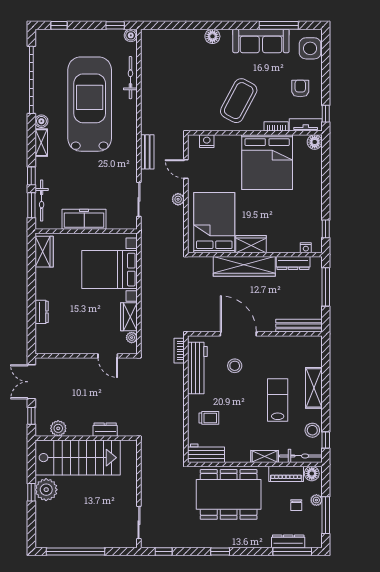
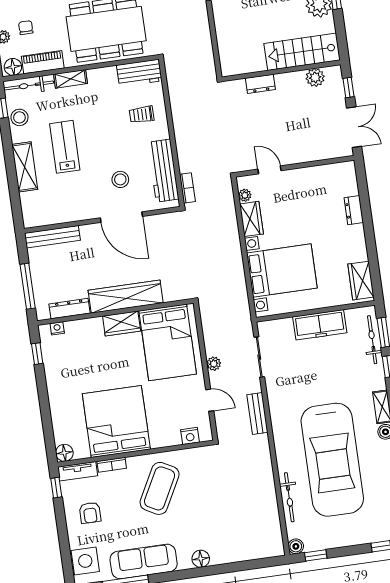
lab bench: (278, 400) -> (65, 147), turned 180
stairs: (78, 458) -> (302, 52), width x0.73, depth x0.66

